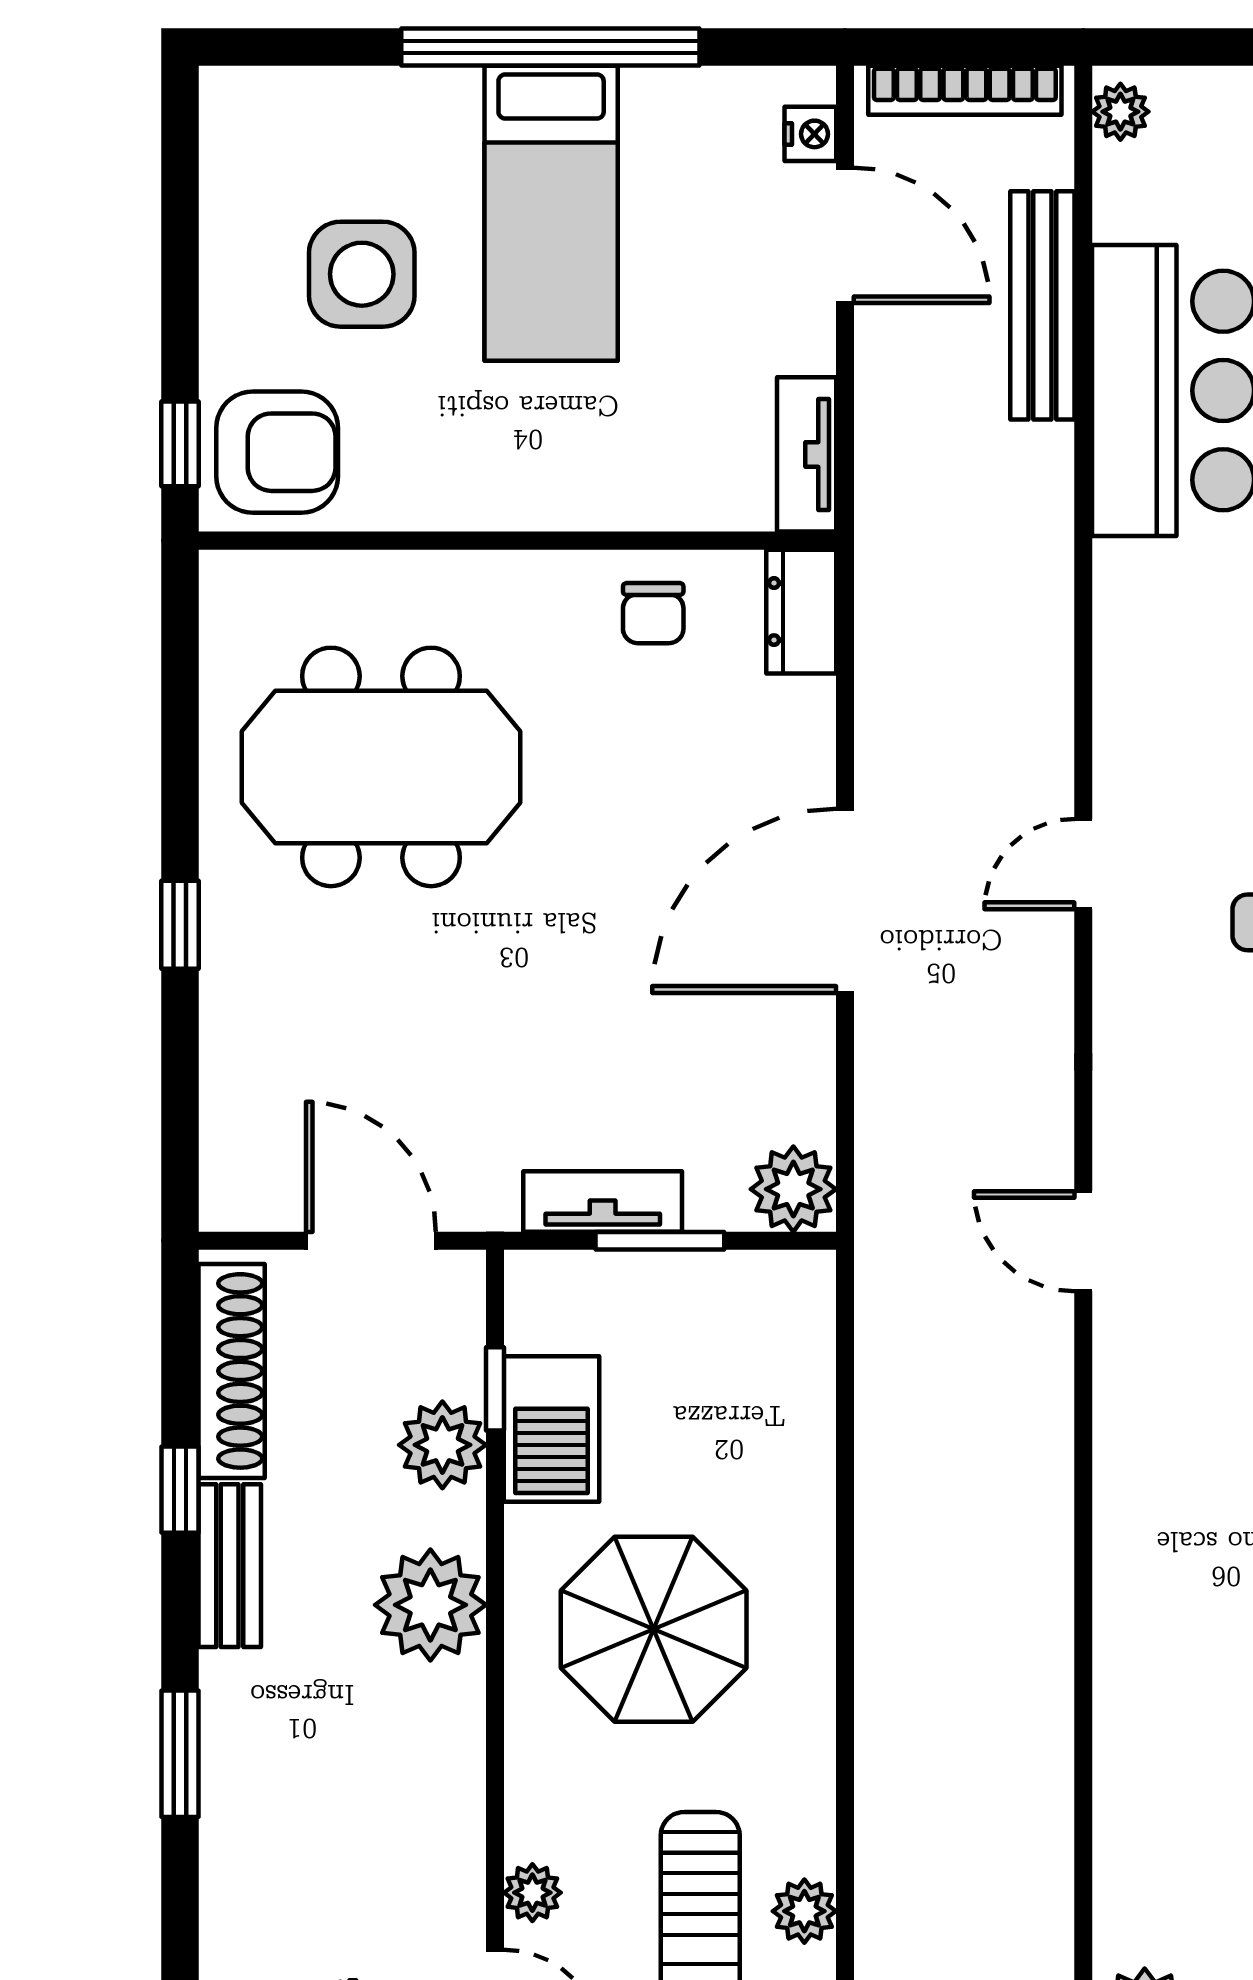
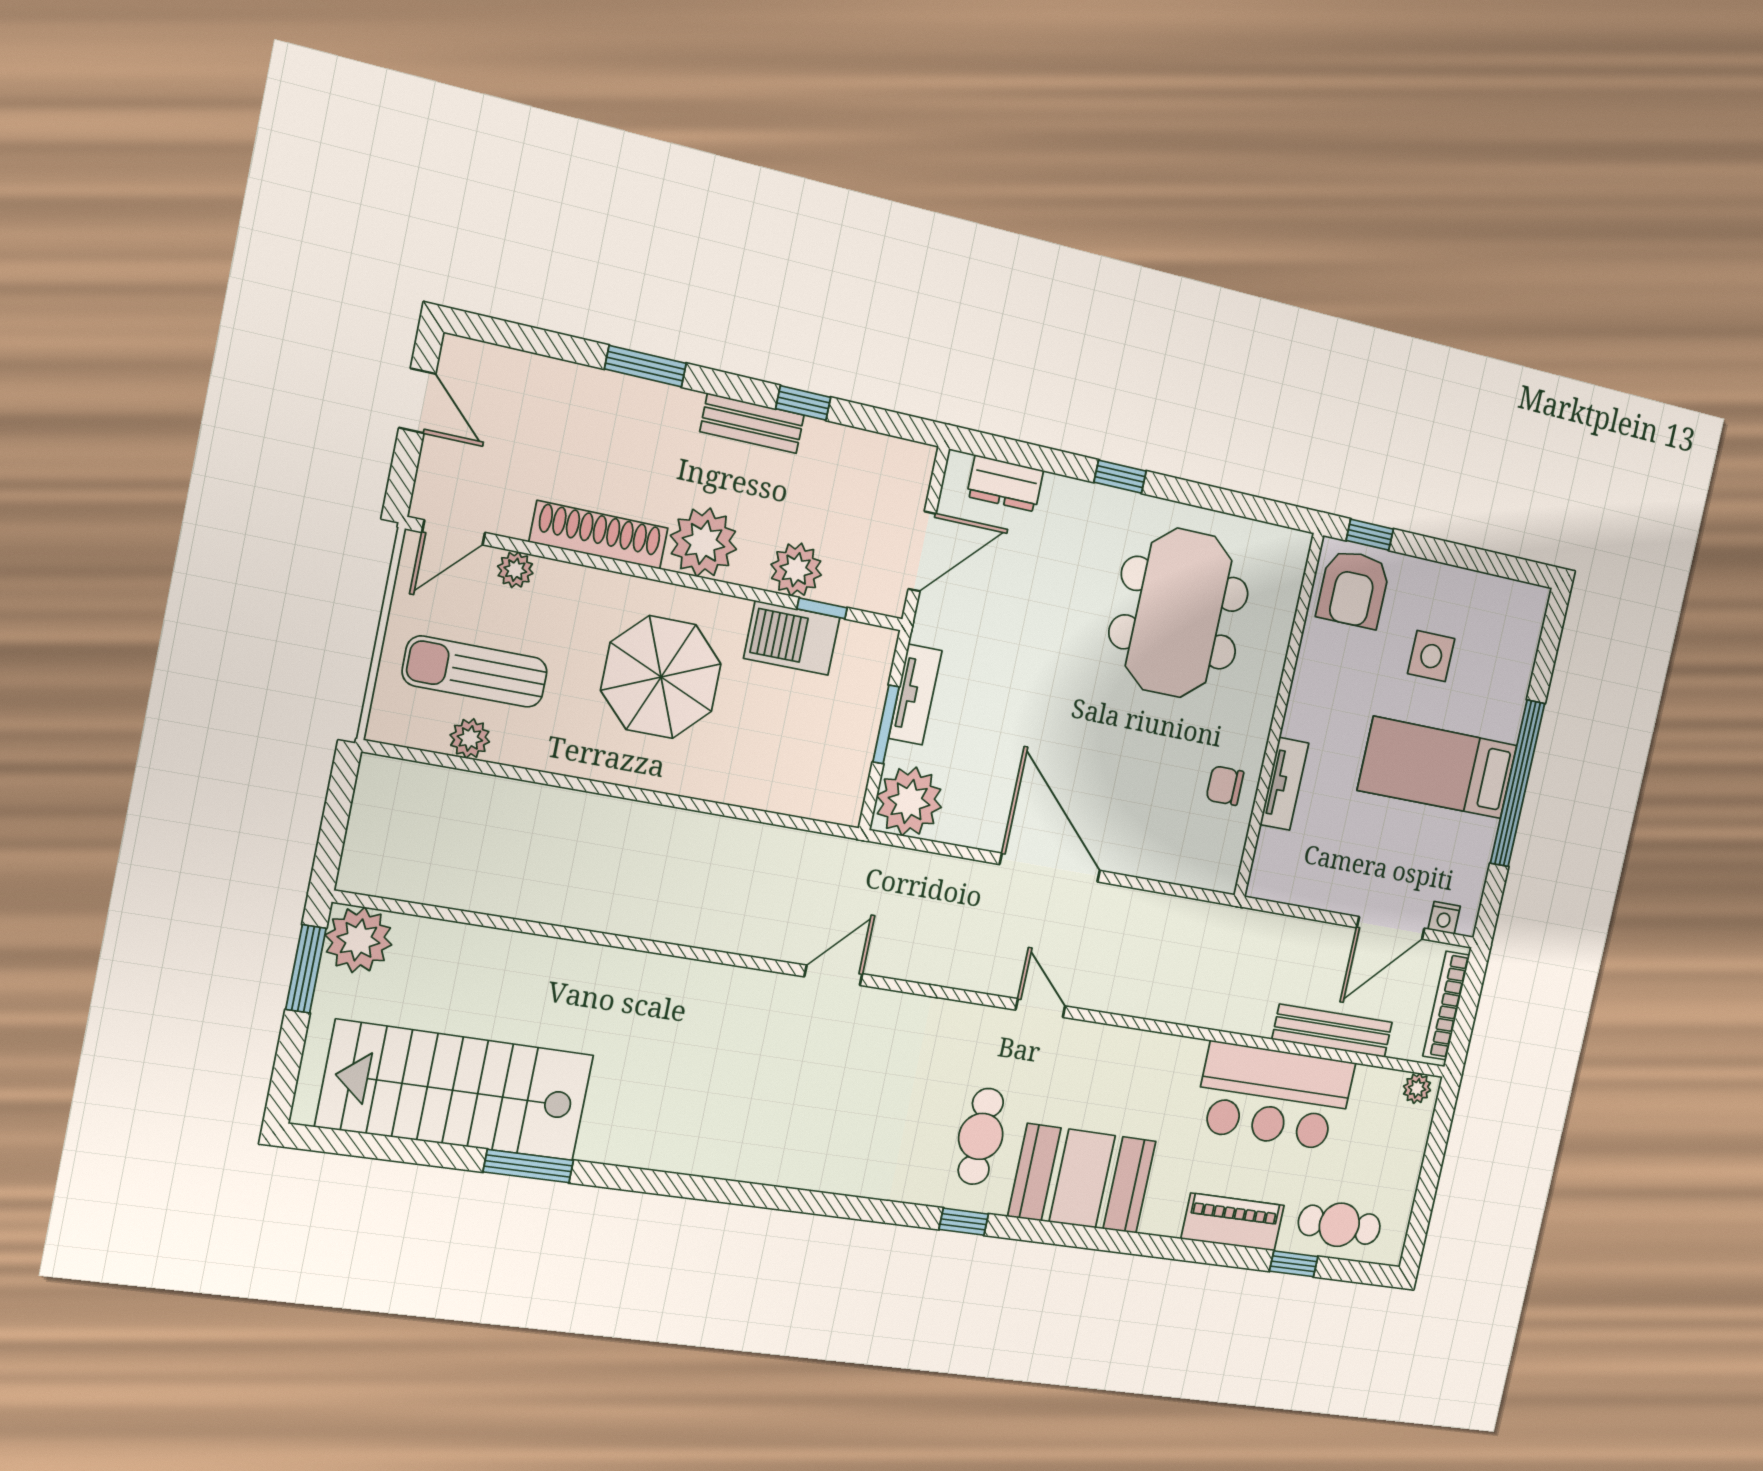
side table: (362, 274) -> (1431, 656), width x0.73, depth x0.73
tv unit: (807, 454) -> (1284, 784), moved, turned 90
dresser: (801, 612) -> (1005, 483), moved, turned 180
plant: (793, 1189) -> (909, 801), width x1.36, depth x1.36
shoe rack: (232, 1371) -> (599, 535), moved, turned 180

